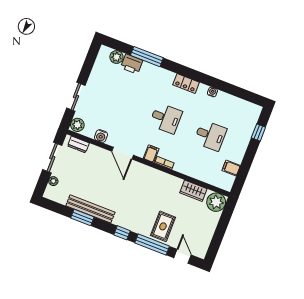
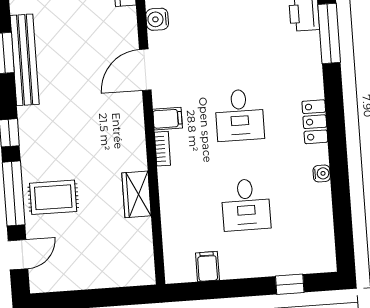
wardrobe: (193, 191) -> (136, 194), moved
plant: (216, 202) -> (137, 268), removed

